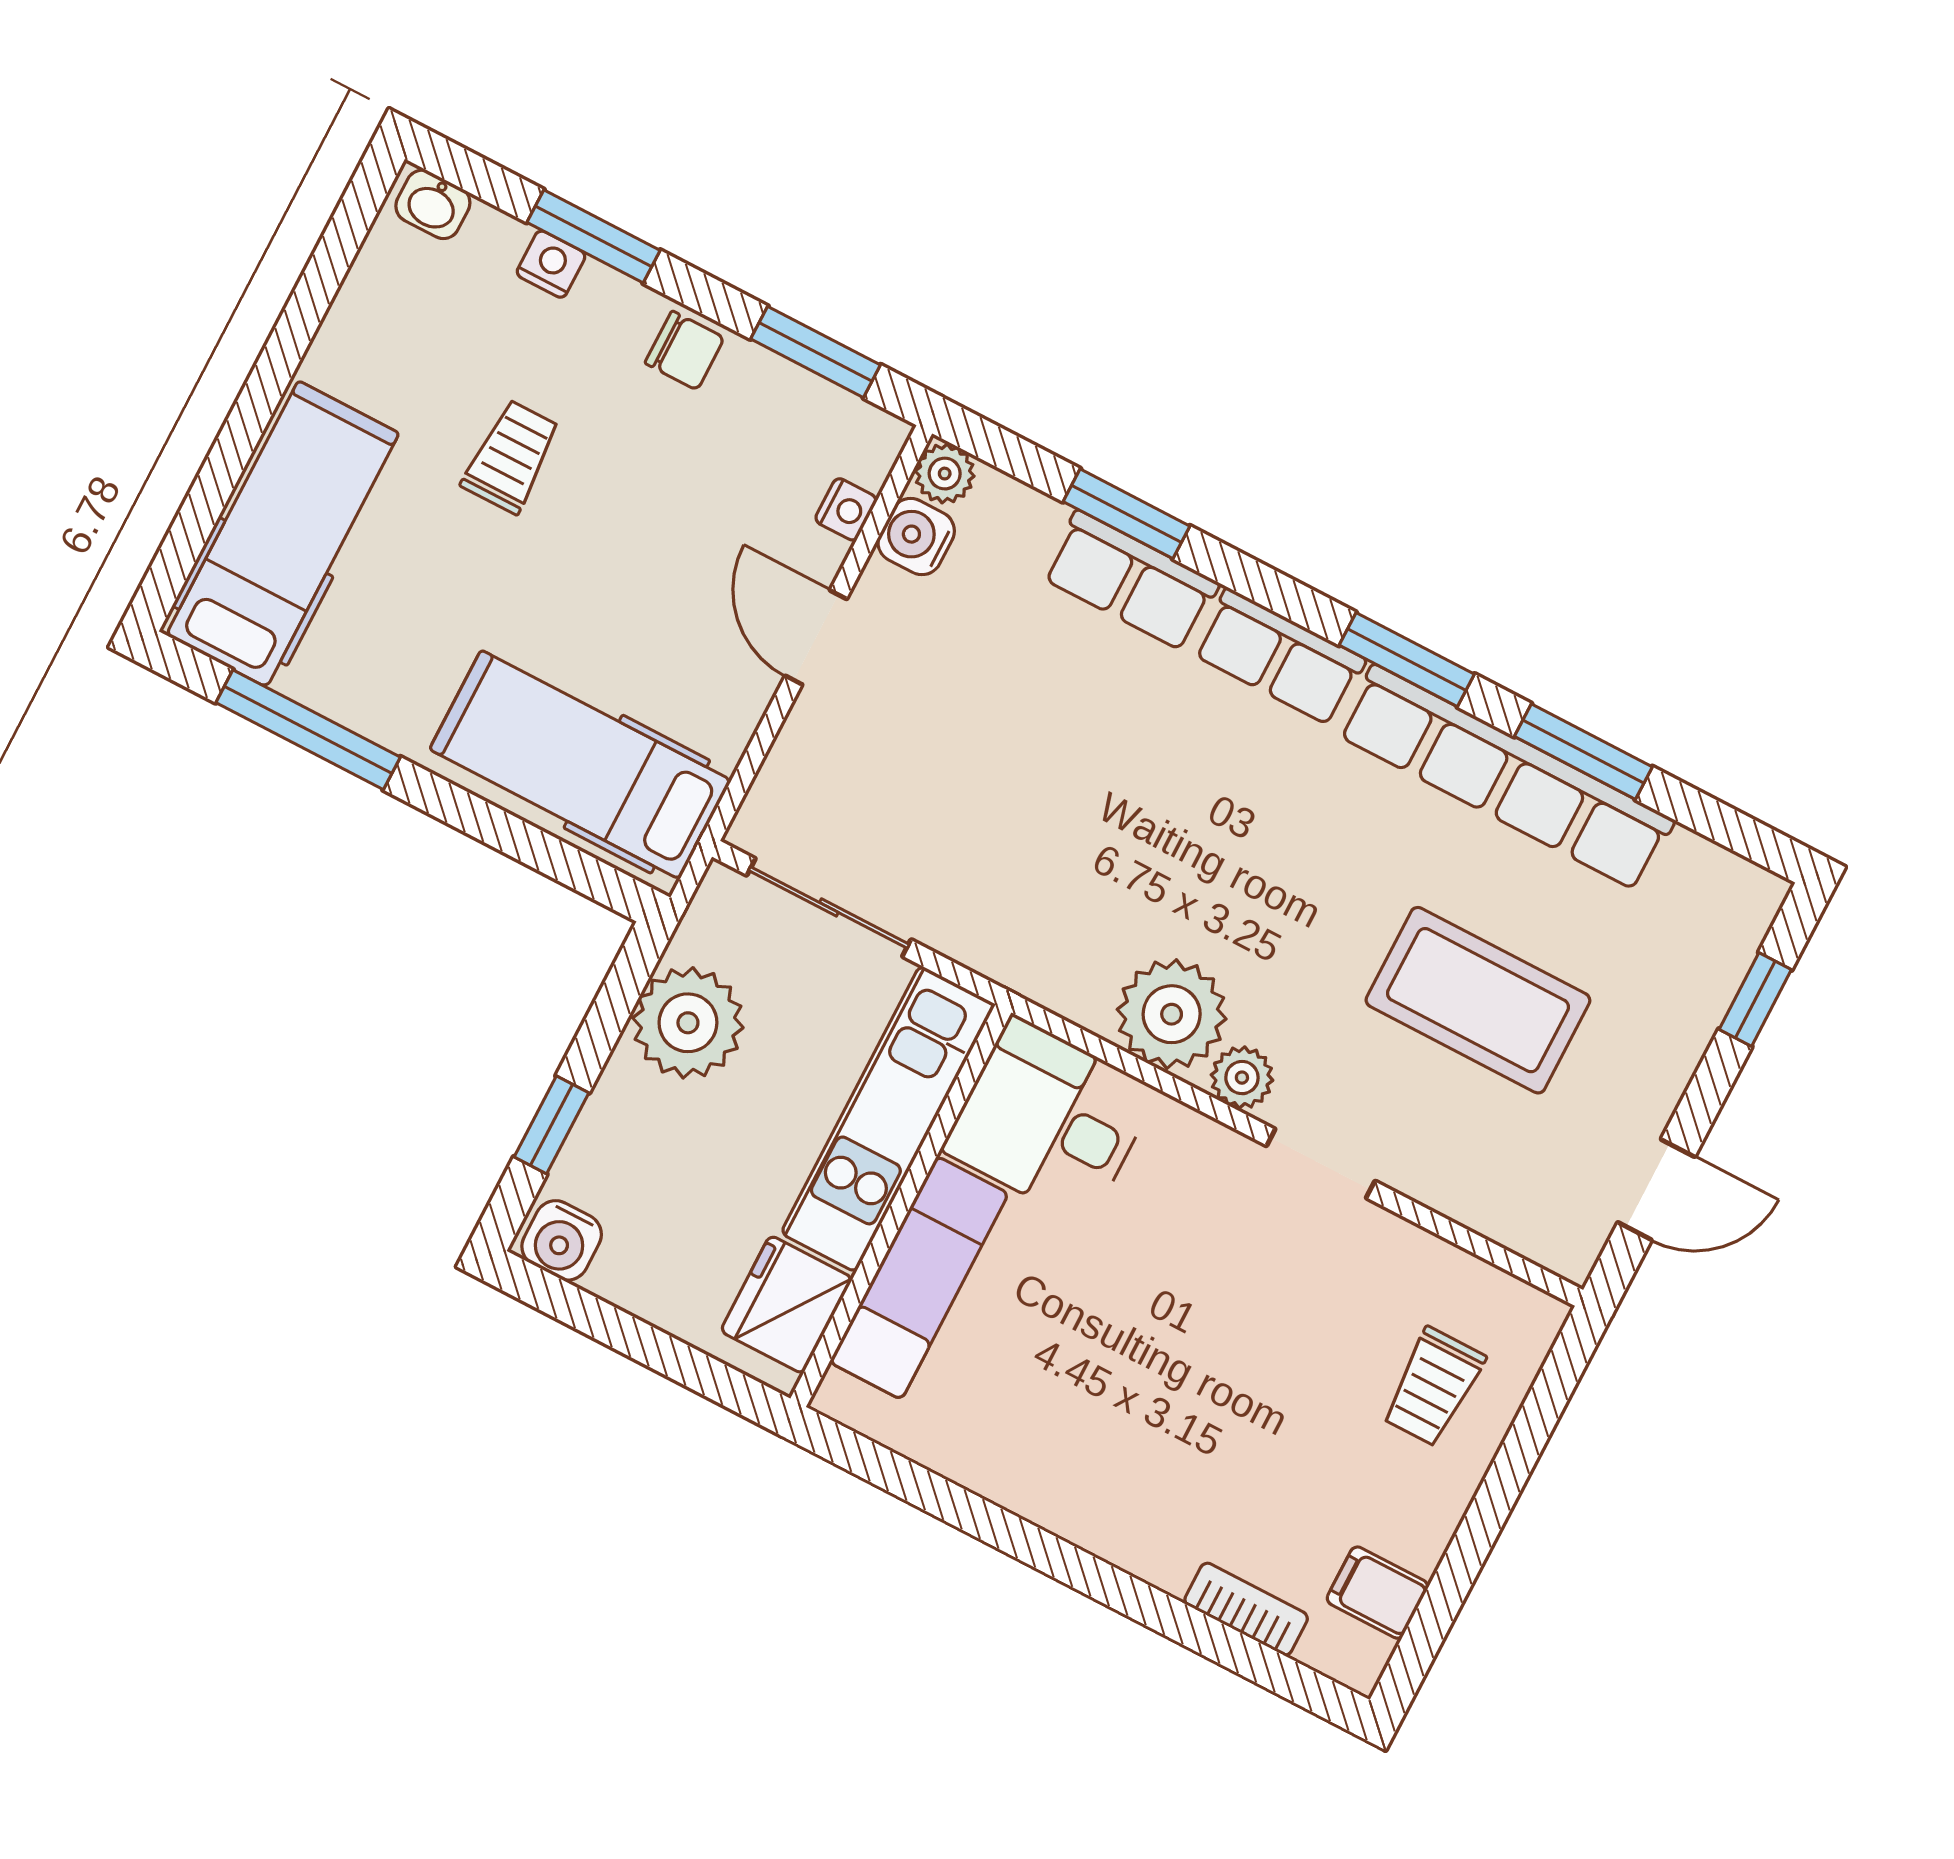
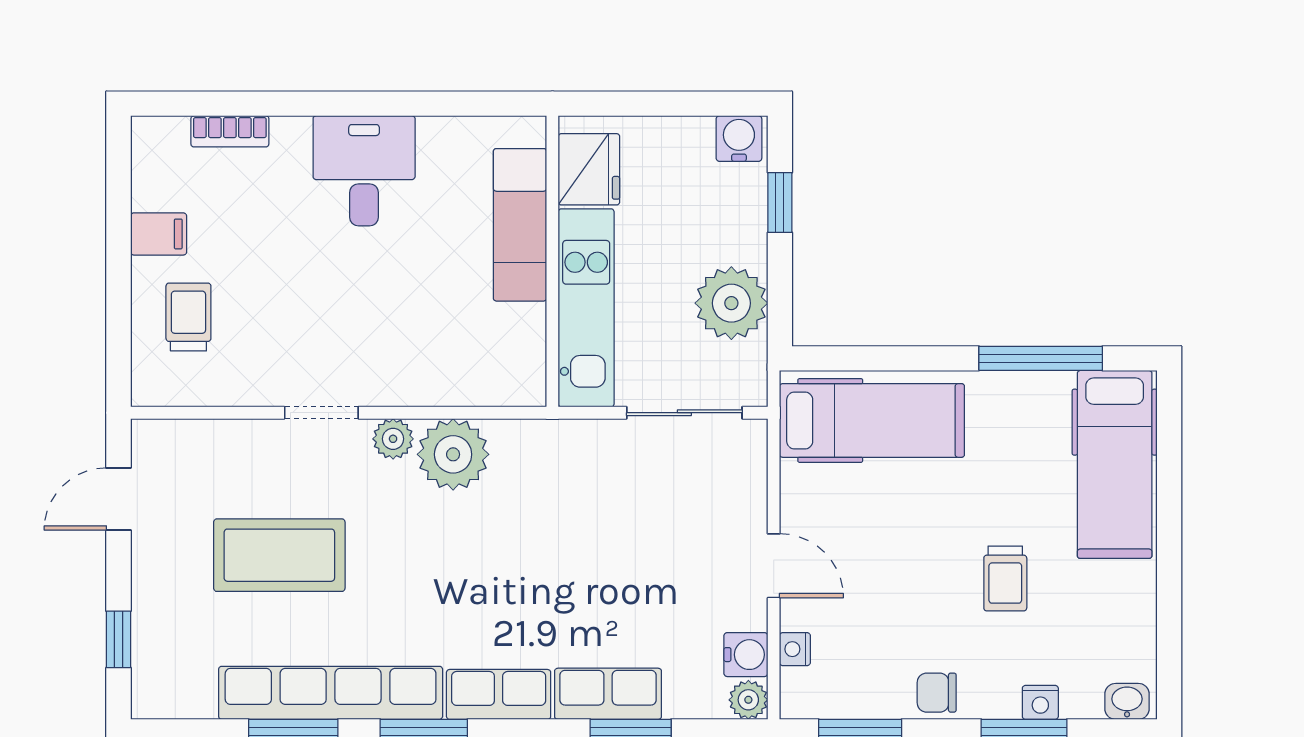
desk: (1050, 1120) -> (364, 171), moved, turned -90
filing cabinet: (1378, 1593) -> (159, 234), moved

